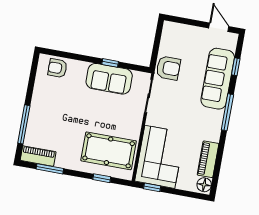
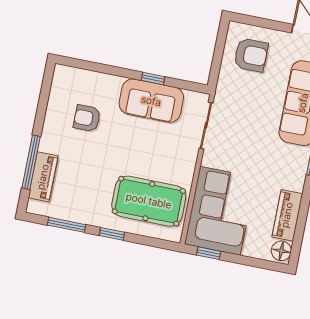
armchair: (57, 68) -> (87, 118), moved
armchair: (168, 68) -> (251, 55), moved
piano: (38, 156) -> (43, 177), moved, turned 90
window: (102, 178) -> (112, 234), moved

